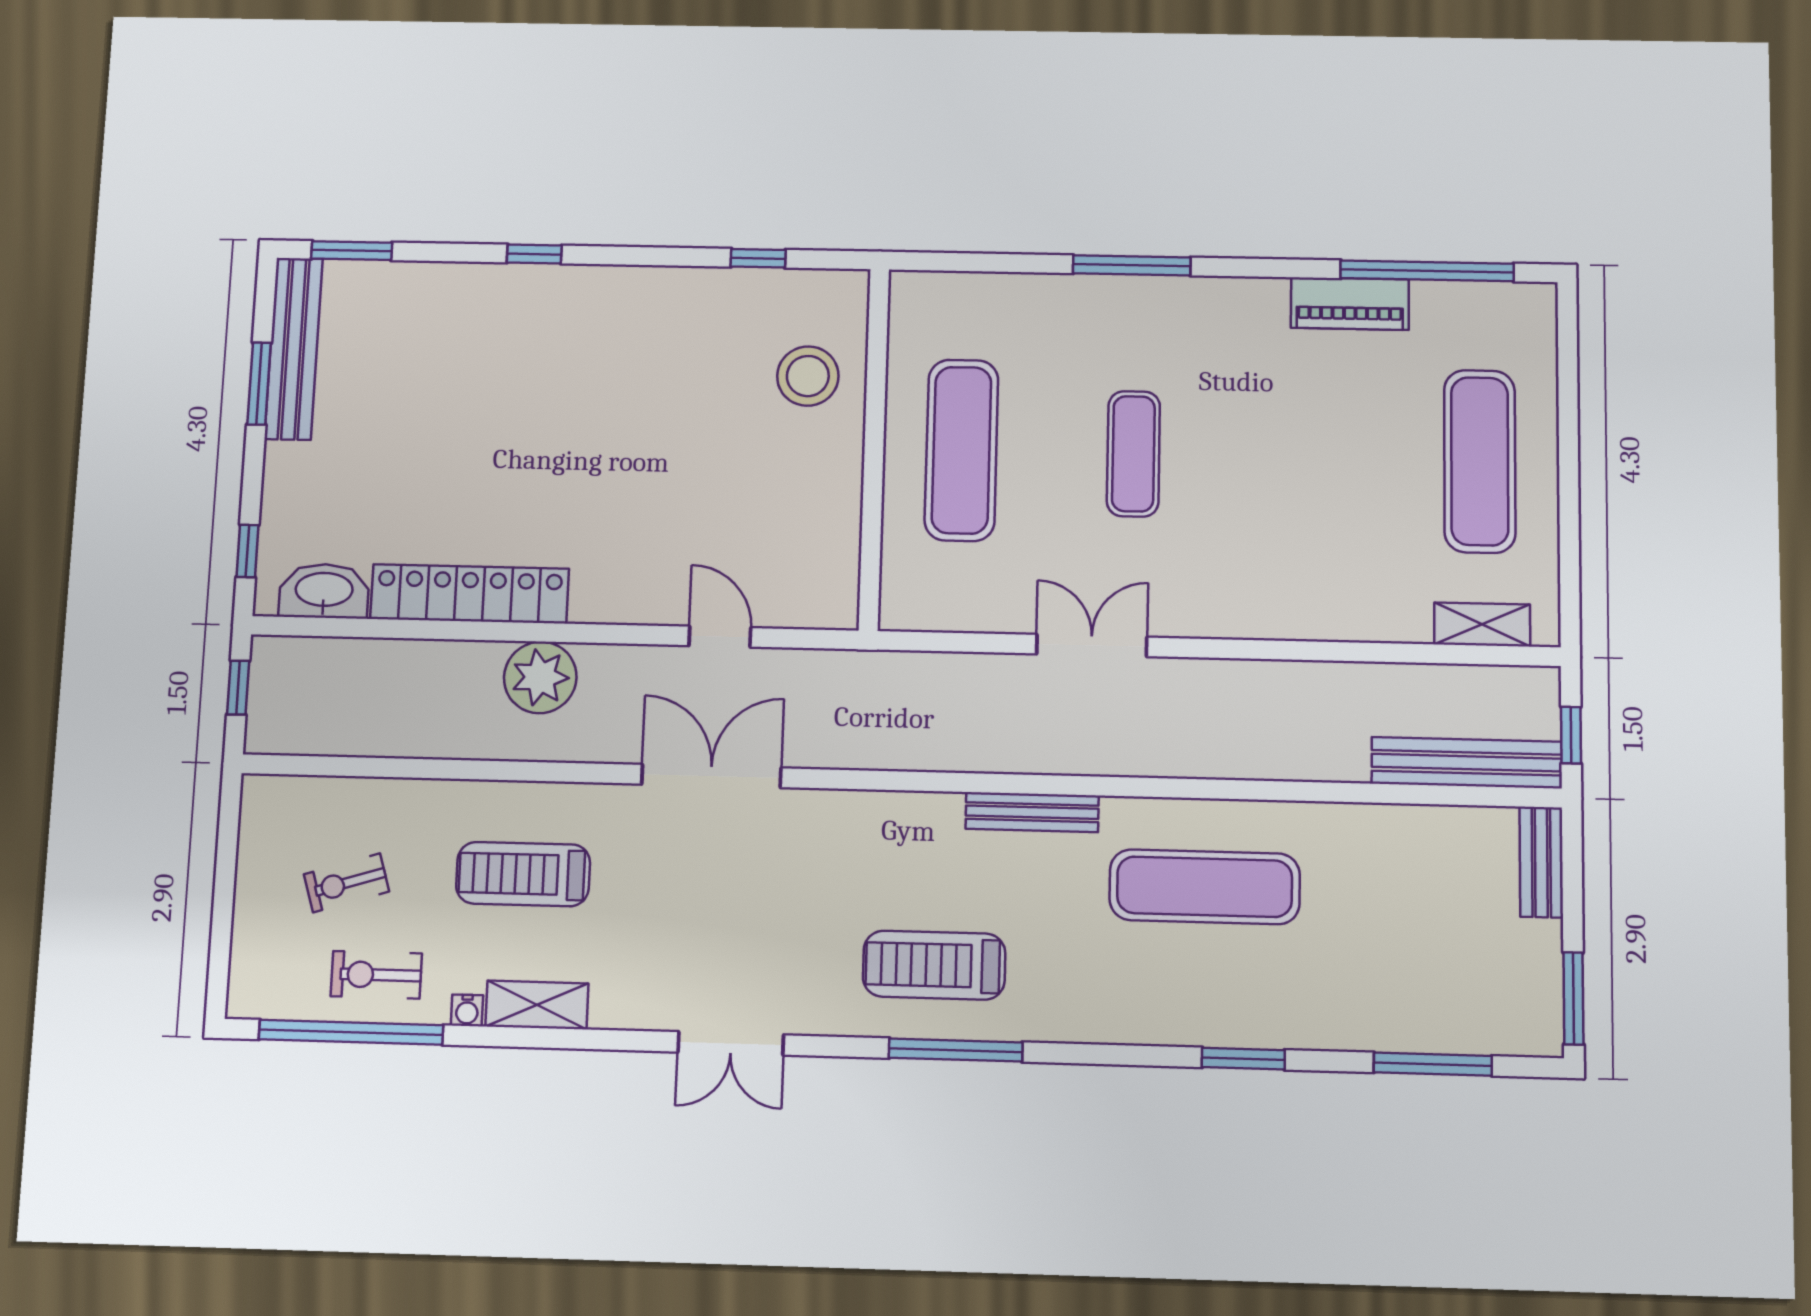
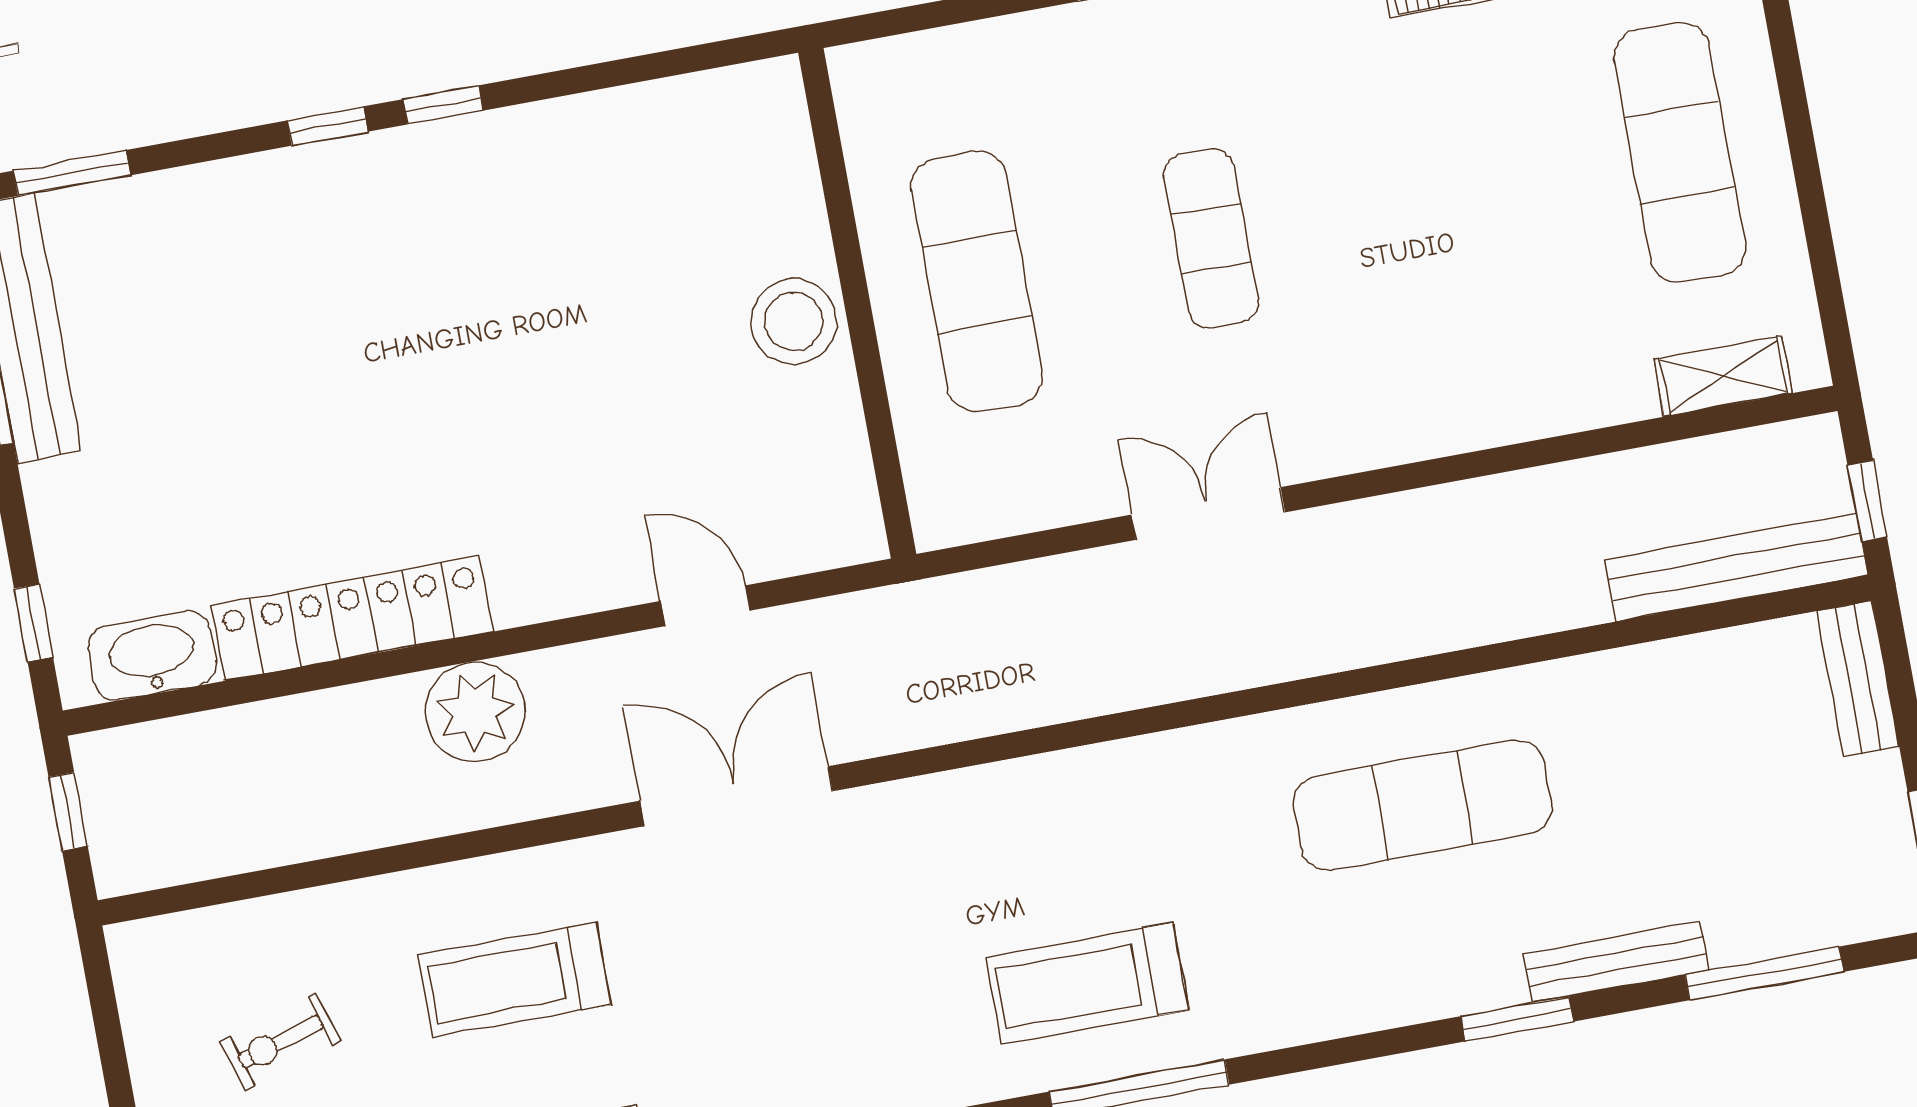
window: (758, 258) -> (443, 105), moved
stool: (808, 376) -> (794, 321), moved
bench: (1032, 812) -> (1616, 962), moved

